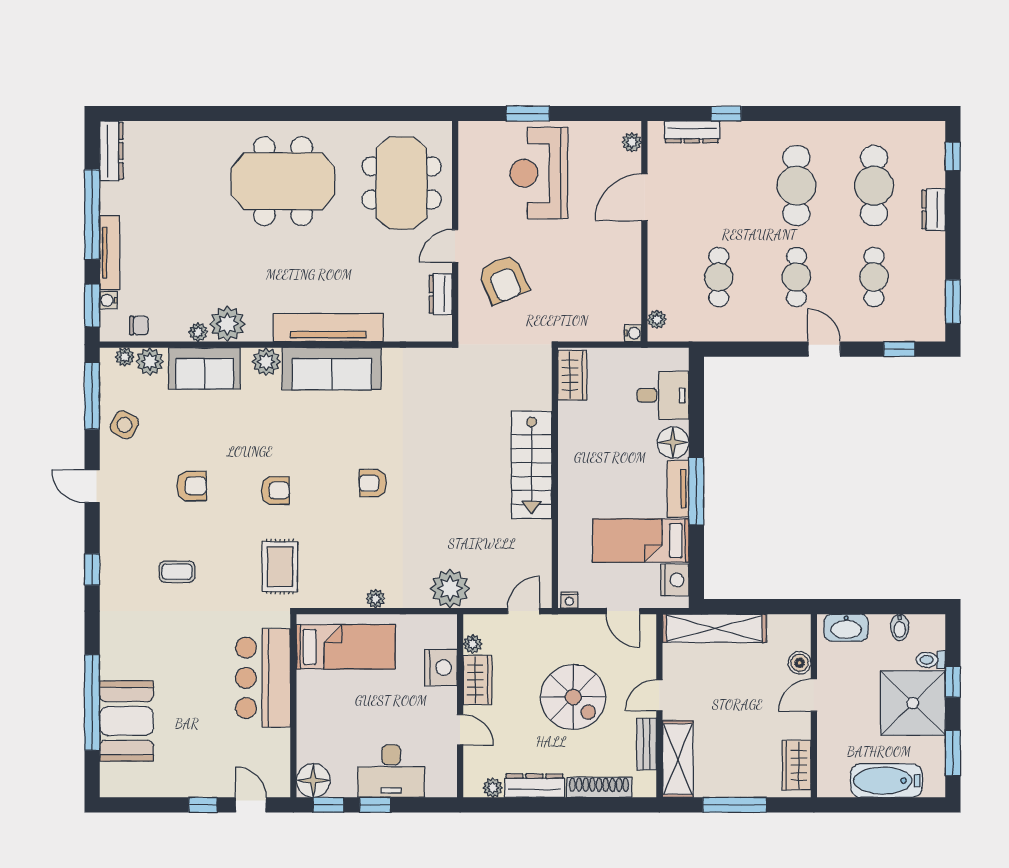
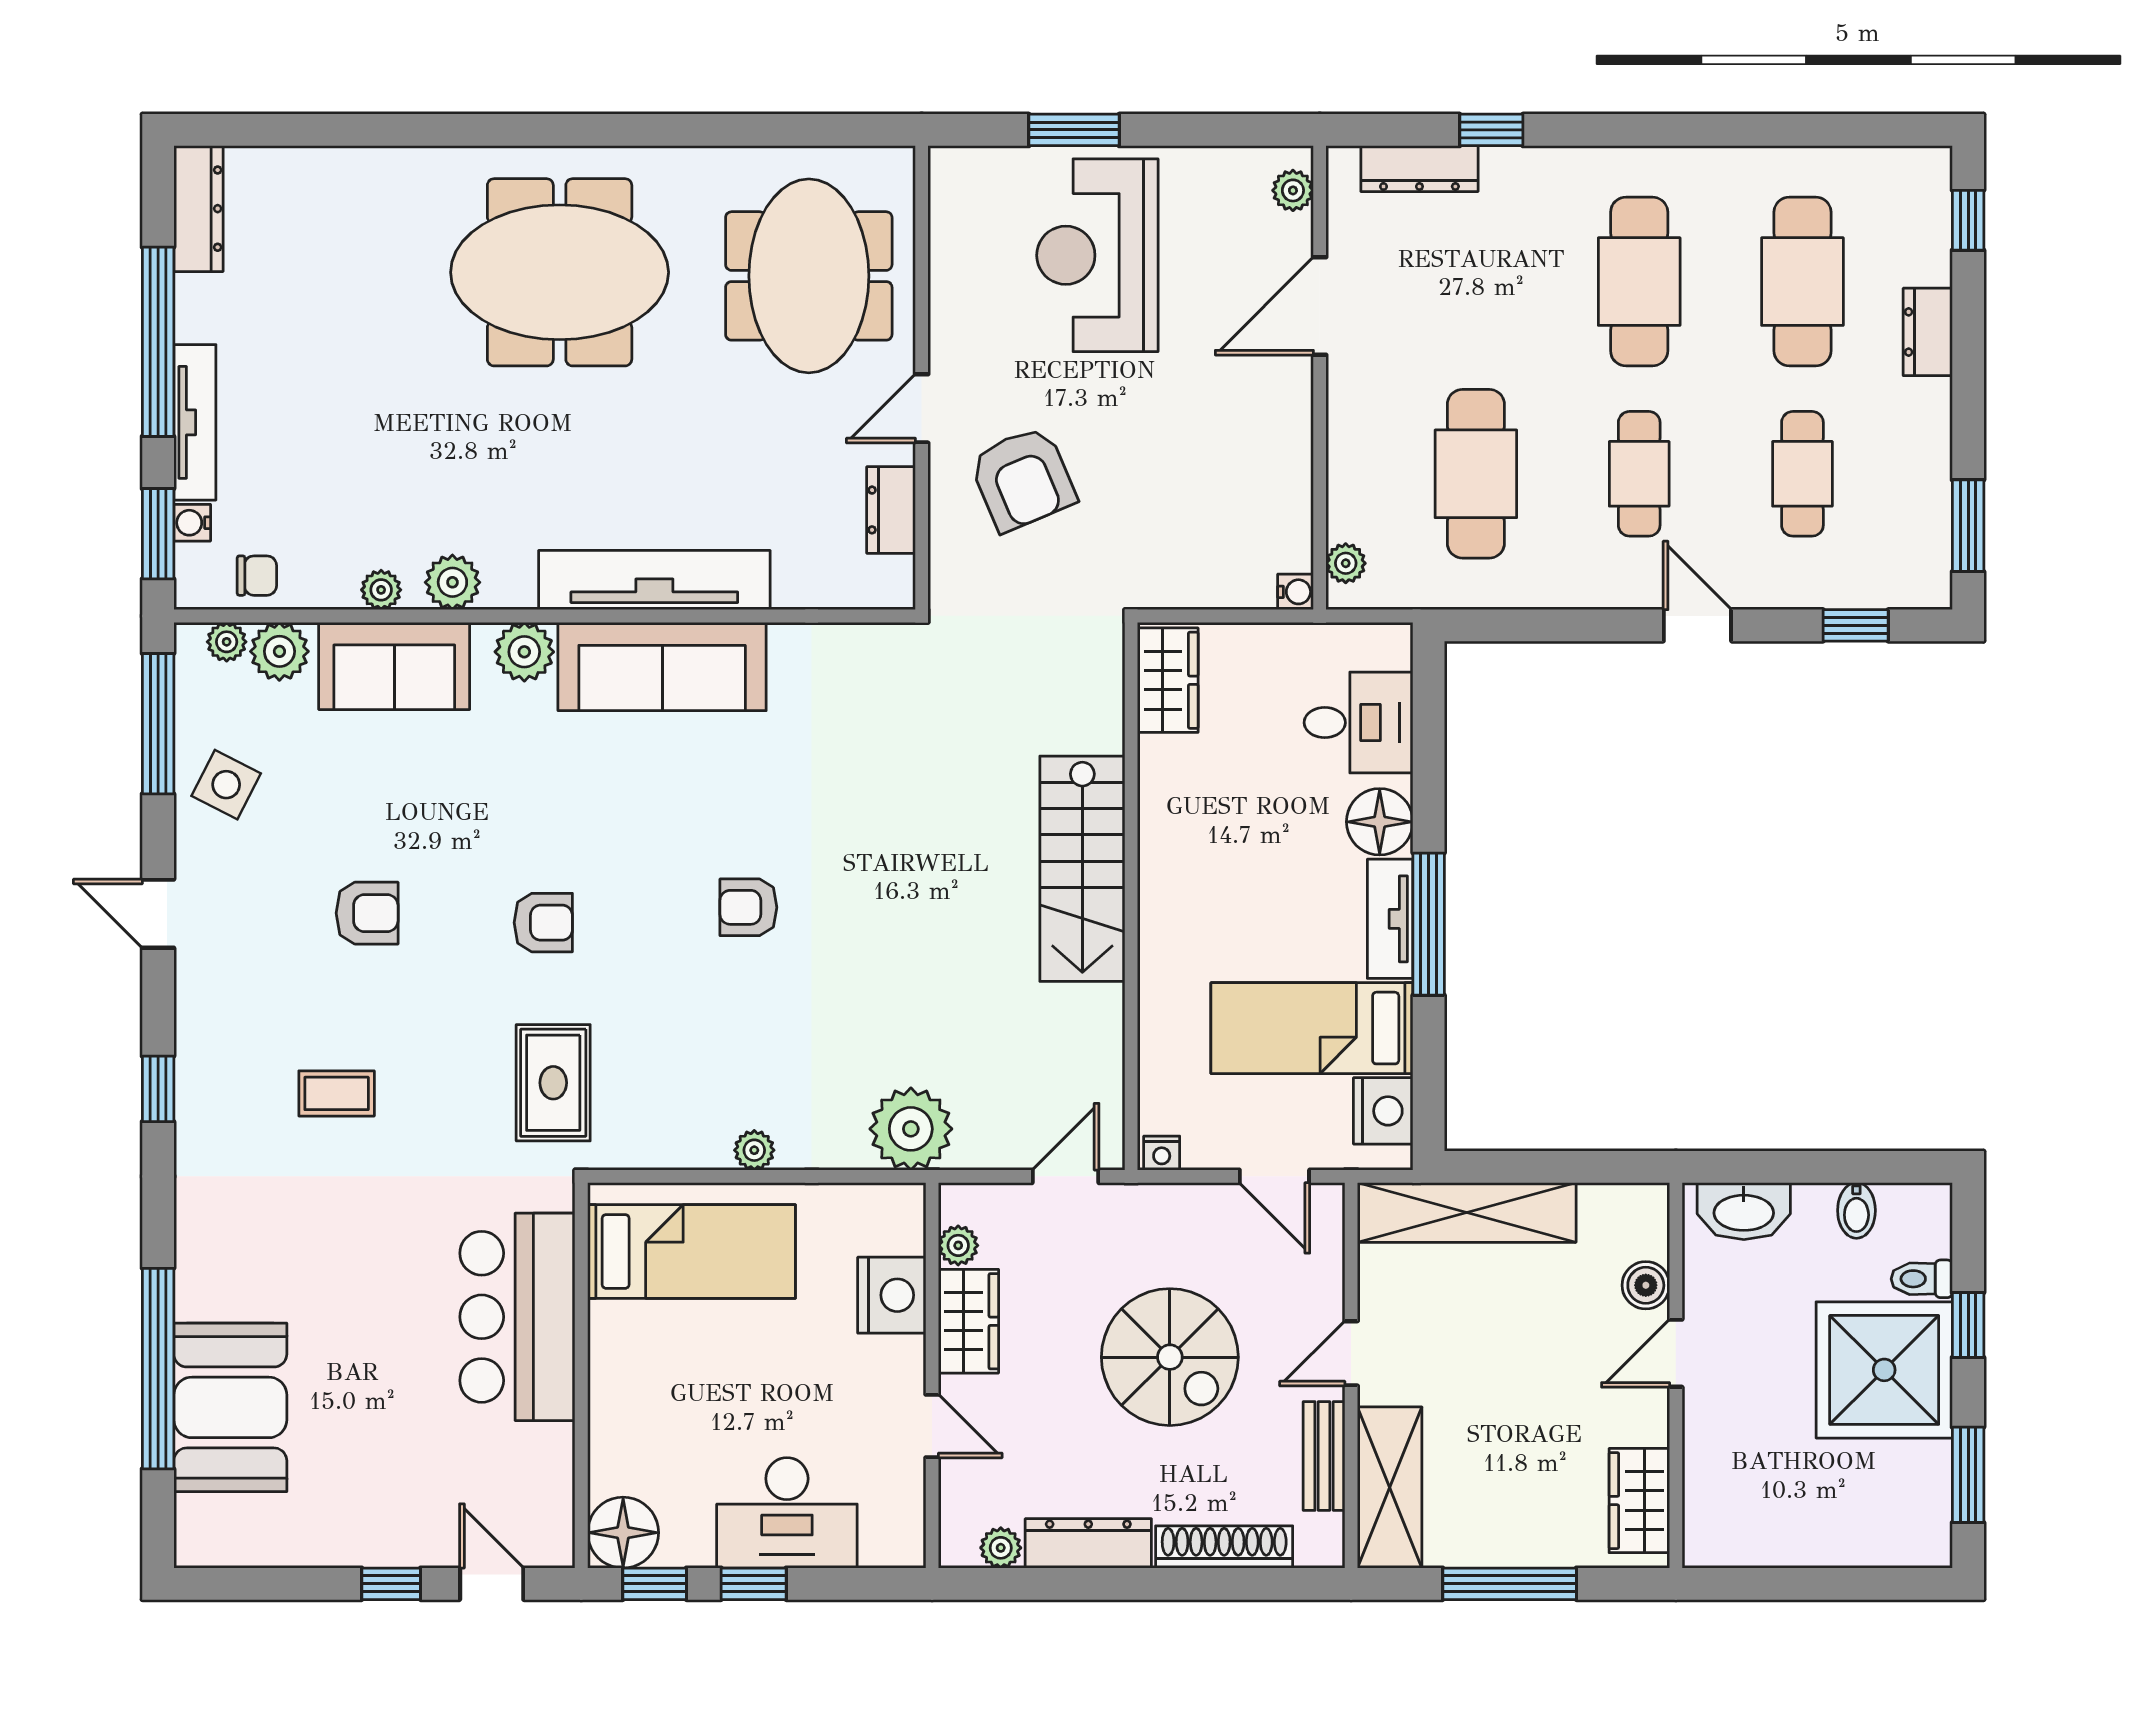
cafe table: (719, 277) -> (1476, 474), width x1.37, depth x1.35
plant: (227, 324) -> (452, 582), width x0.73, depth x0.73
bathtub: (886, 781) -> (1828, 1533), removed

